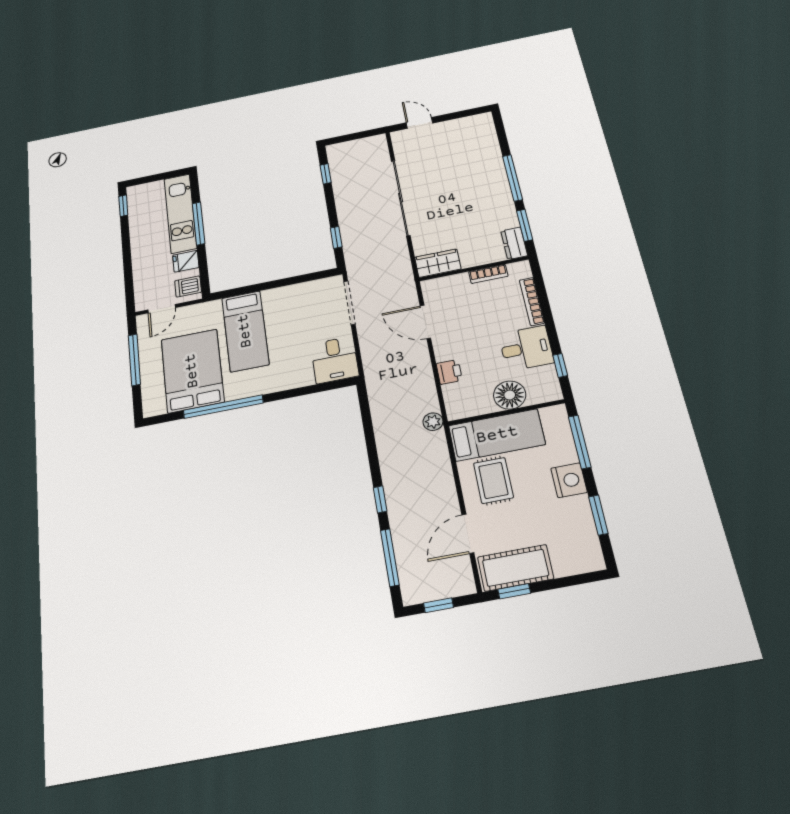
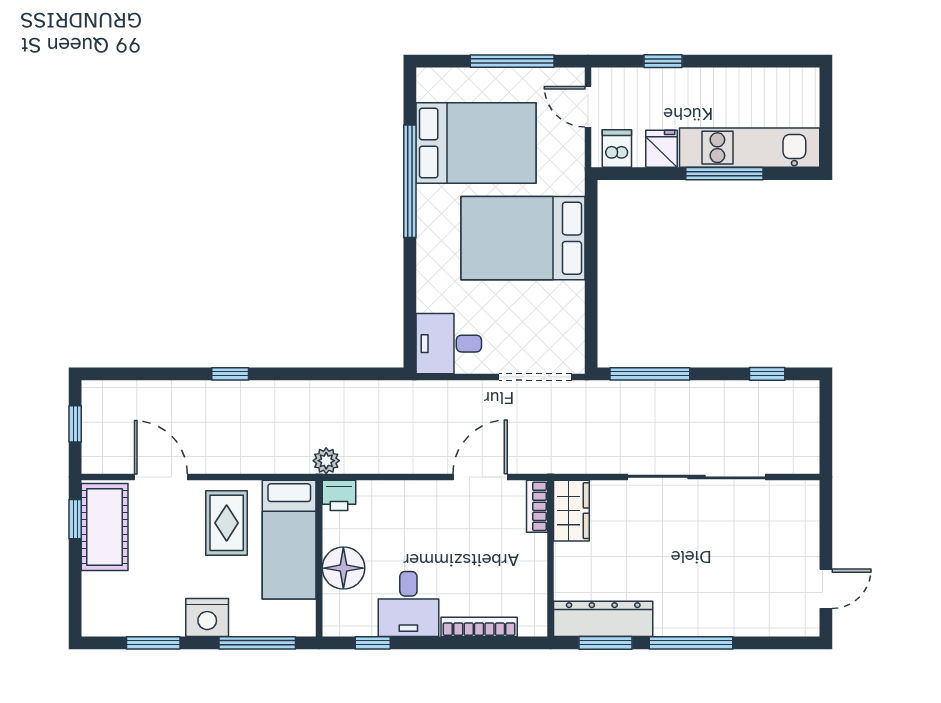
door: (420, 123) -> (826, 589), moved
window: (123, 206) -> (663, 61), moved
window: (336, 237) -> (650, 374), width x2.17
dresser: (514, 243) -> (603, 619), width x1.96, depth x1.24
bookcase: (488, 274) -> (537, 506), moved
bed: (245, 331) -> (523, 238), width x1.50
printer: (449, 372) -> (339, 495), moved
rug: (493, 480) -> (227, 523), turned 90
window: (390, 557) -> (149, 374), removed

